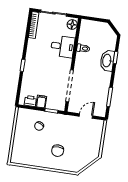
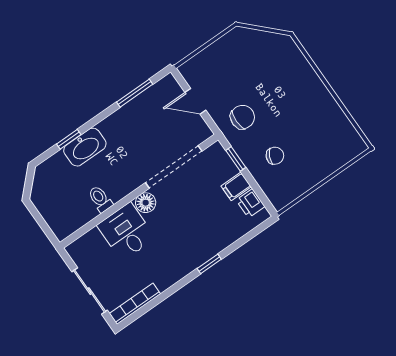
floor lamp: (72, 24) -> (146, 203), moved
chair: (58, 151) -> (242, 117), moved

